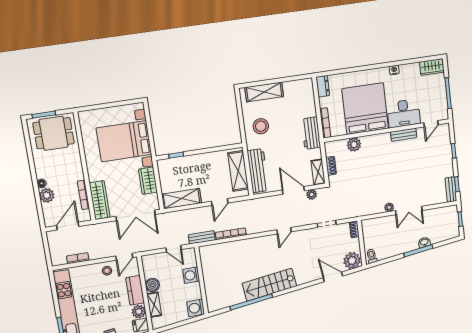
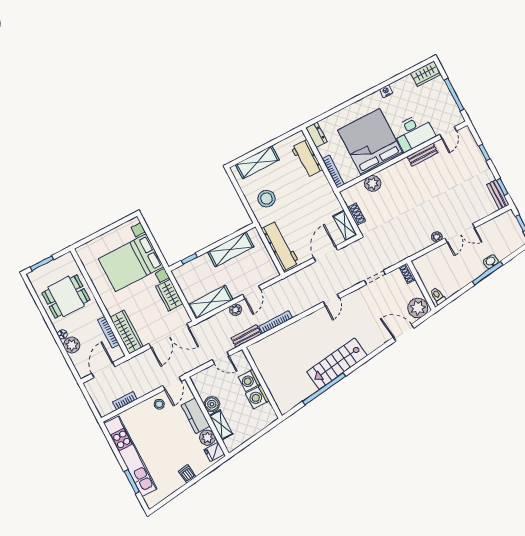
dining table: (54, 133) -> (66, 296), moved
workbench: (311, 133) -> (307, 158), moved
shelving: (238, 171) -> (231, 249), moved, turned 90
door: (293, 190) -> (326, 254), hinge flipped
plant: (312, 194) -> (236, 310), moved
washing machine: (196, 308) -> (257, 397), moved

